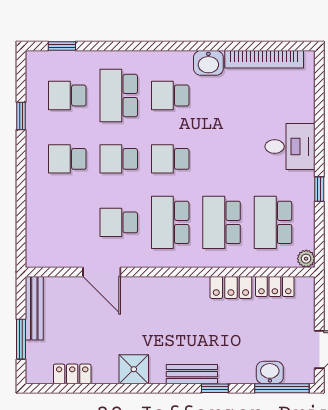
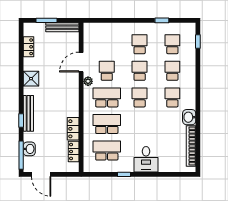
school desk: (119, 95) -> (172, 71), width x0.54
plant: (306, 259) -> (88, 81), moved
bench: (192, 374) -> (28, 113), width x1.36

